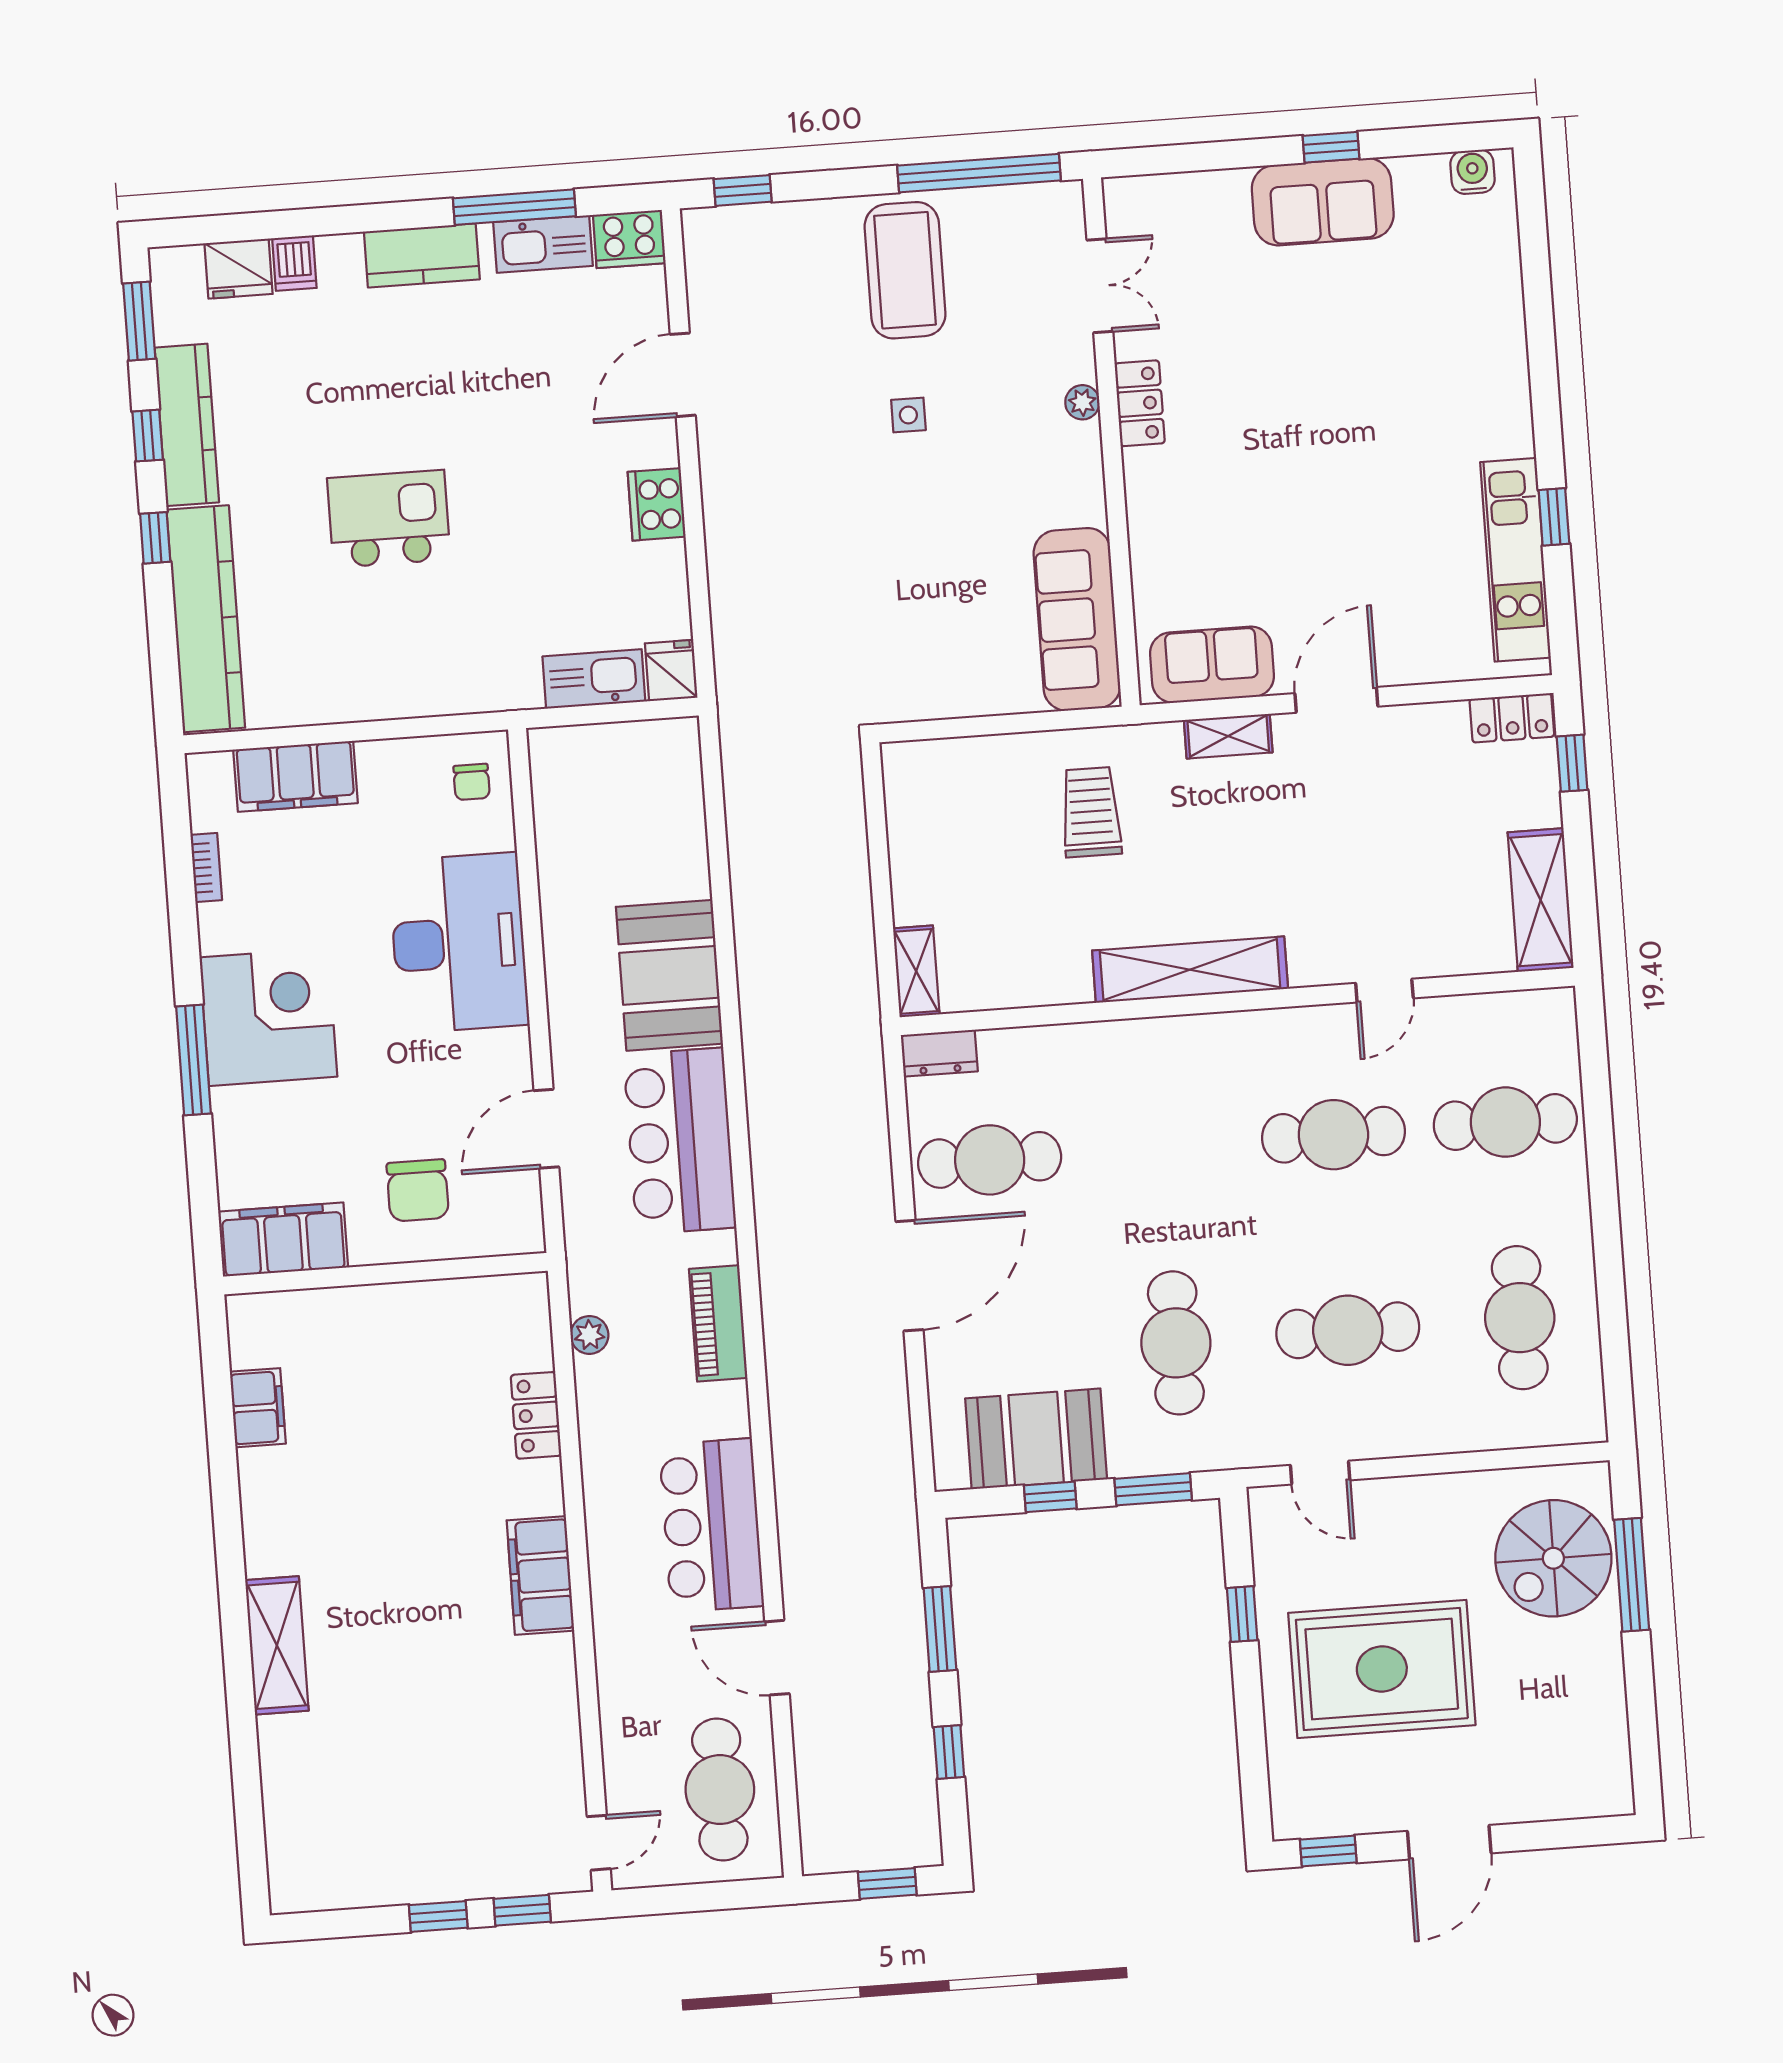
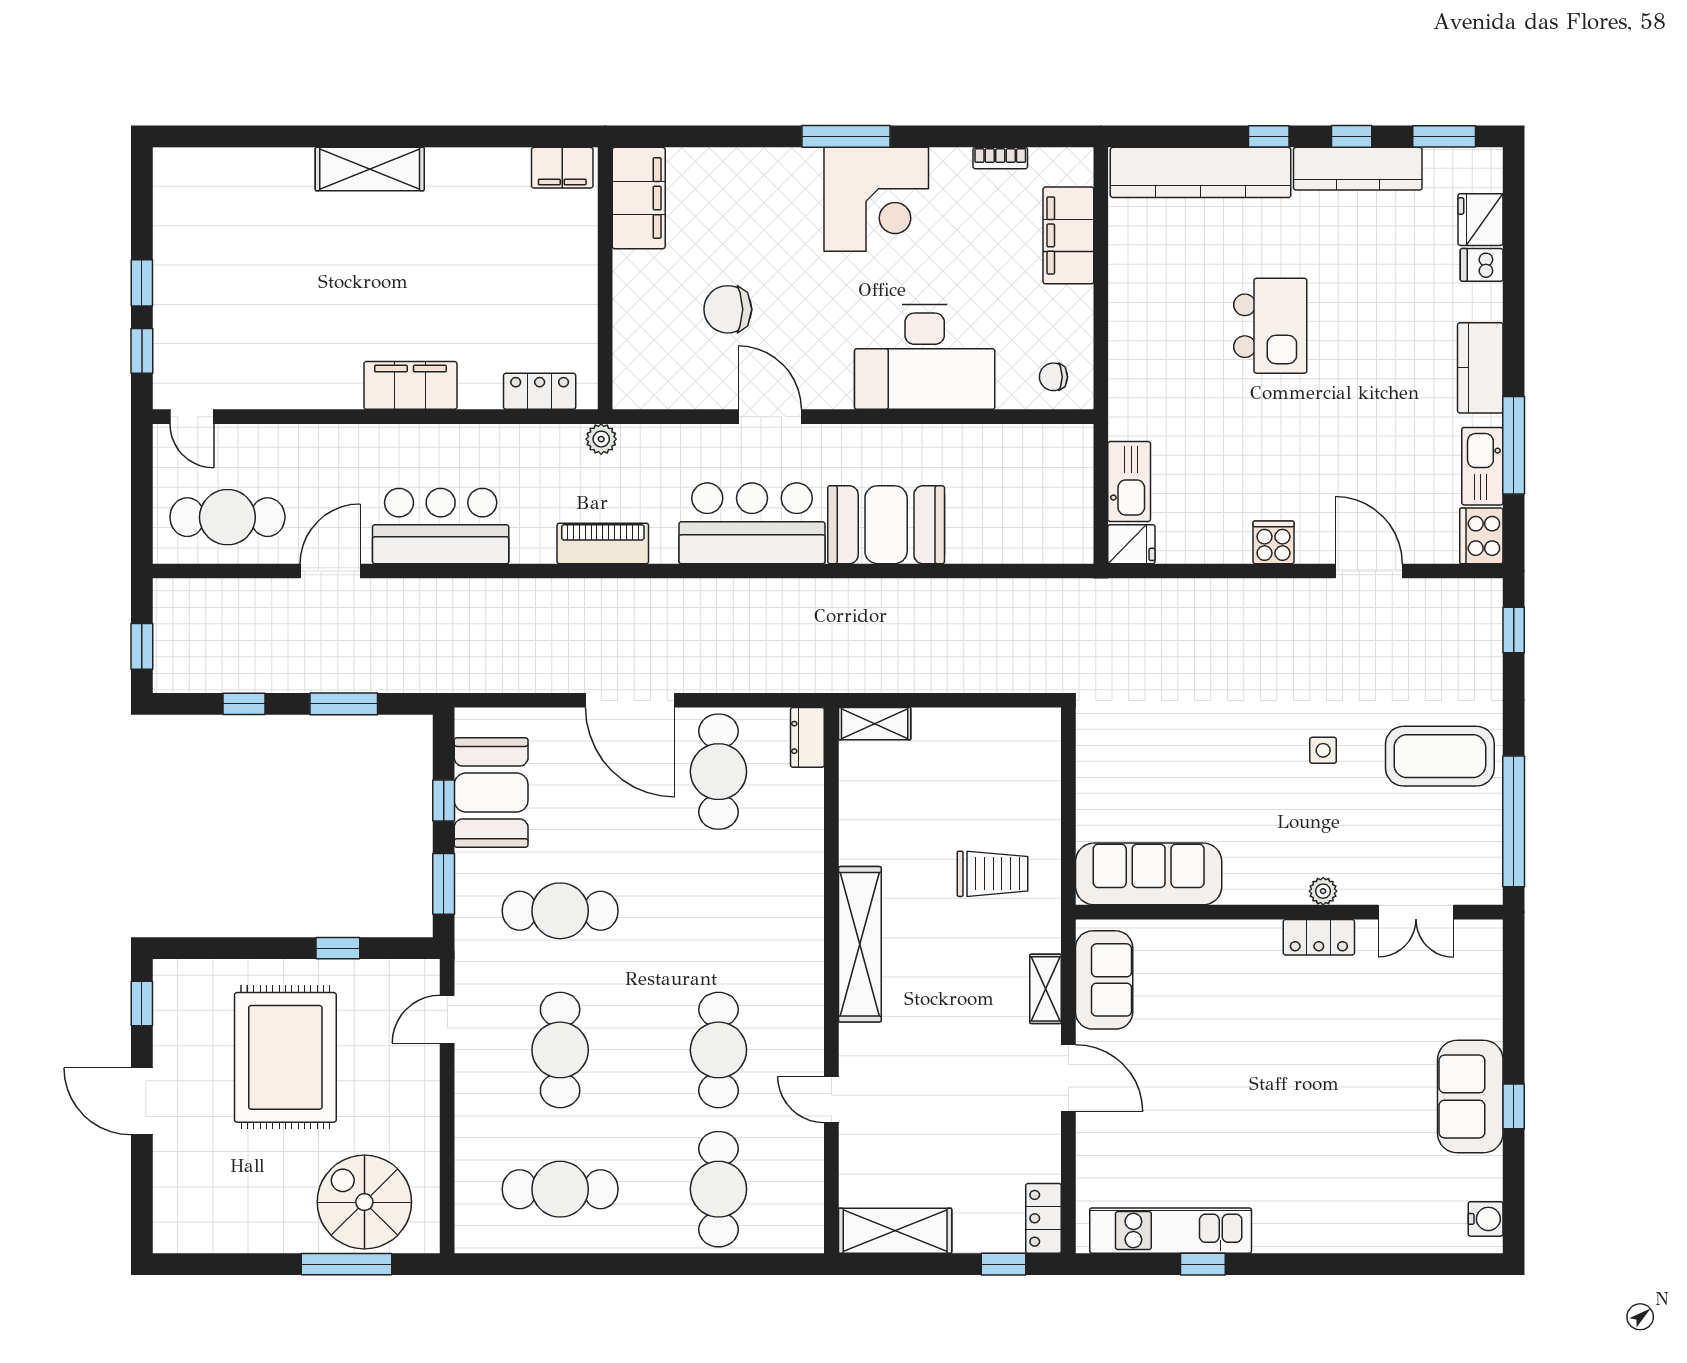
cooker: (657, 504) -> (1273, 542), width x0.73
filing cabinet: (283, 1240) -> (639, 198), moved
wall: (385, 1274) -> (605, 278), moved

